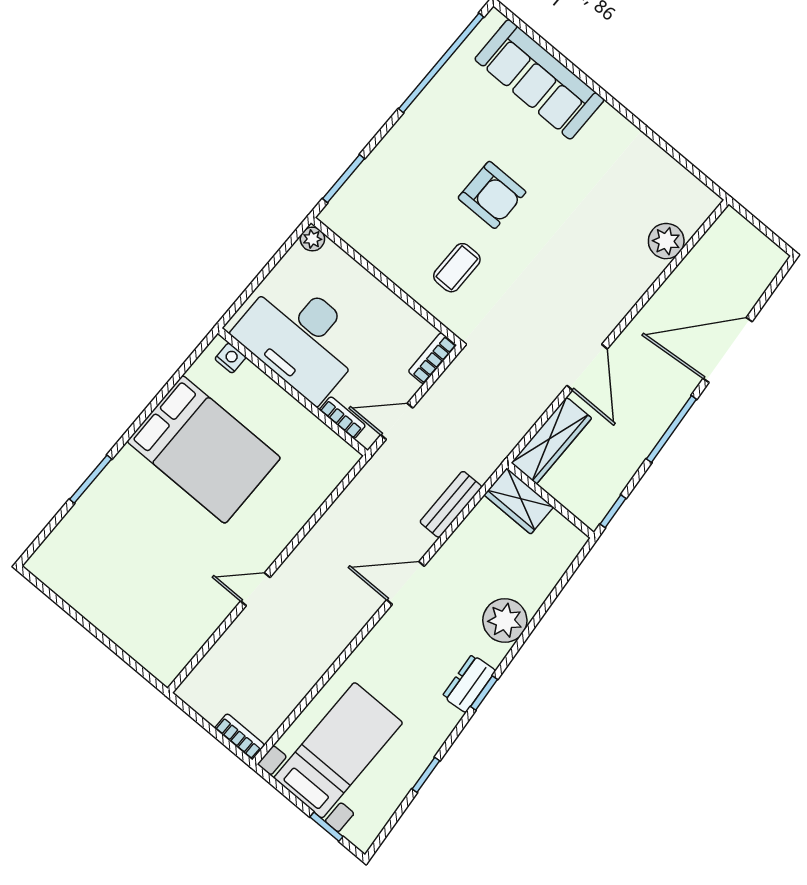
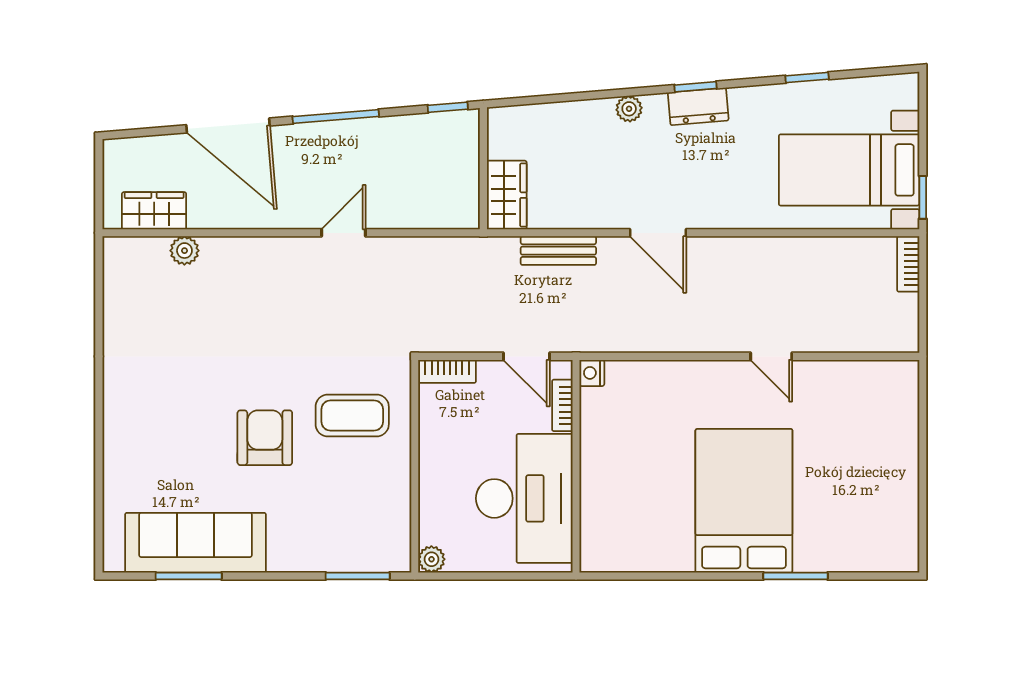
window: (441, 63) -> (189, 576), width x0.47
sofa: (539, 79) -> (196, 543), moved, turned -90
plant: (666, 241) -> (184, 251), width x0.73, depth x0.73
coffee table: (457, 268) -> (352, 415), width x1.36, depth x1.30
nightstand: (230, 358) -> (592, 373), moved
door: (587, 367) -> (344, 233), width x0.73
wardrobe: (551, 441) -> (154, 211), moved, width x0.67
bed: (204, 450) -> (744, 501), moved
plant: (505, 620) -> (629, 109), width x0.53, depth x0.53
window: (326, 827) -> (923, 197), moved

